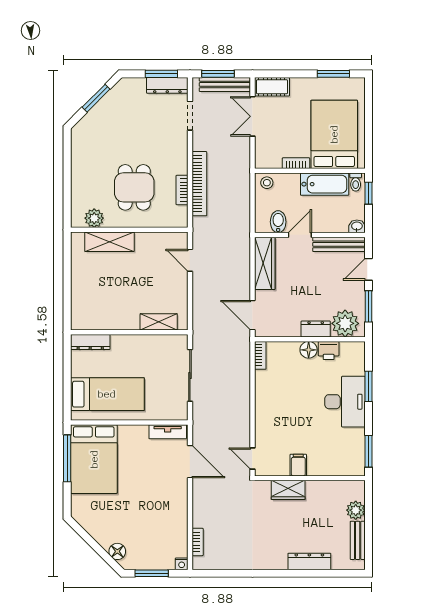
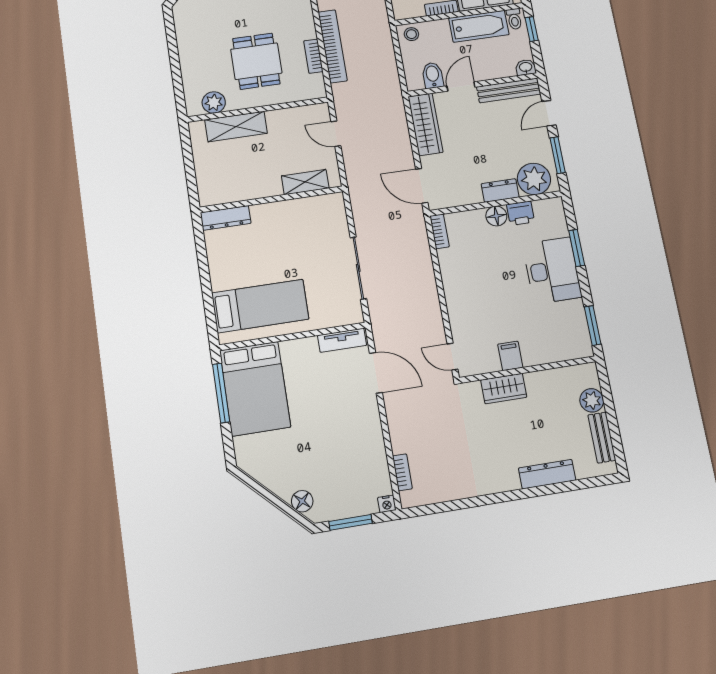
shelving: (159, 322) -> (305, 182), moved
wall: (129, 332) -> (271, 199), moved
dresser: (90, 342) -> (226, 218), moved

